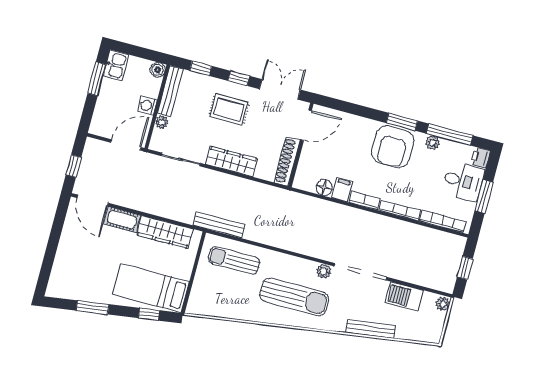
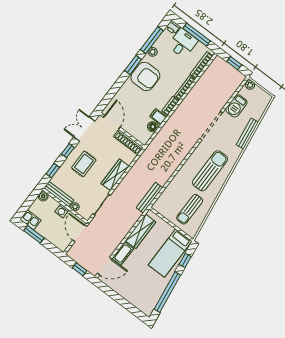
window: (484, 196) -> (197, 35), width x1.44
sun lounger: (234, 260) -> (190, 209), moved
plant: (324, 271) -> (202, 147), removed
window: (93, 307) -> (167, 292), width x2.11

